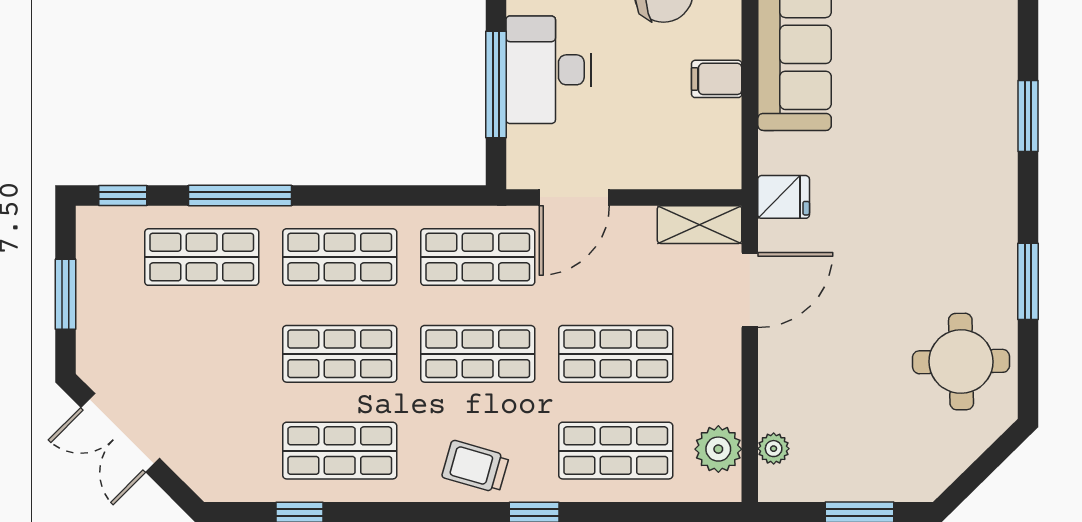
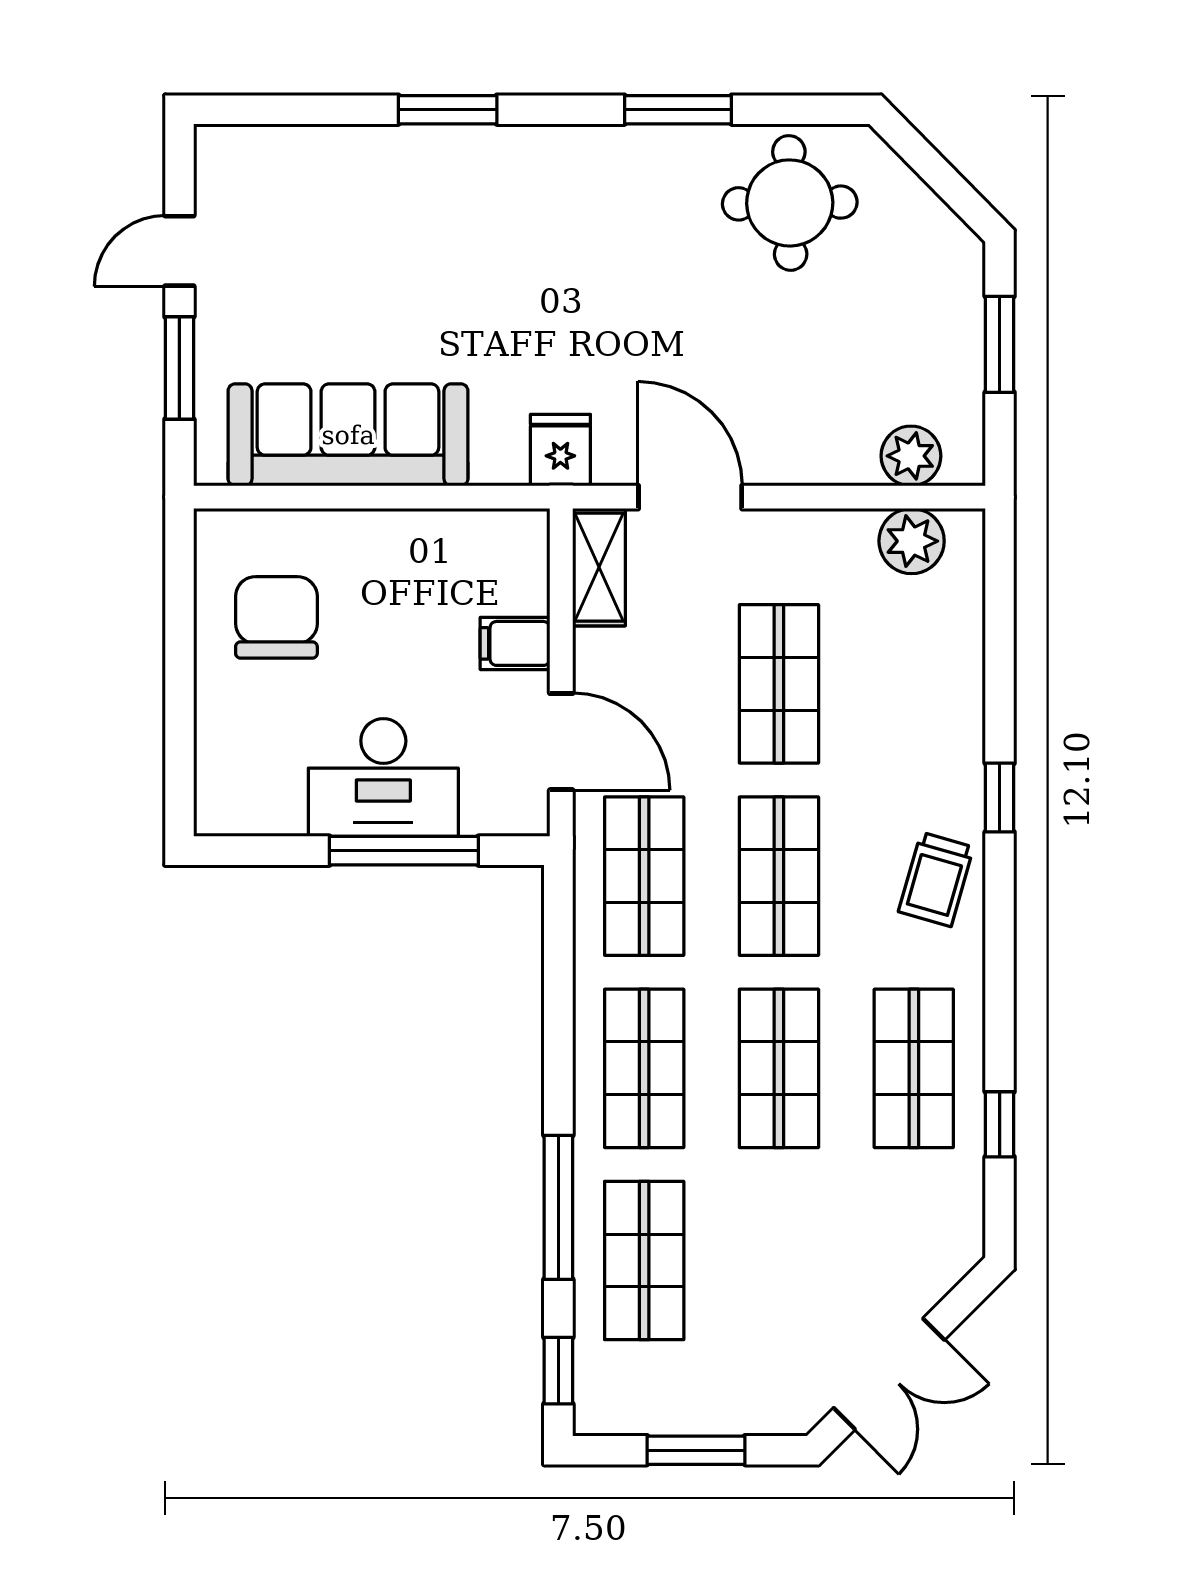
filing cabinet: (717, 79) -> (515, 643), moved, turned 90
plant: (774, 449) -> (911, 456), width x1.38, depth x1.38
shop shelf: (616, 451) -> (914, 684), removed

